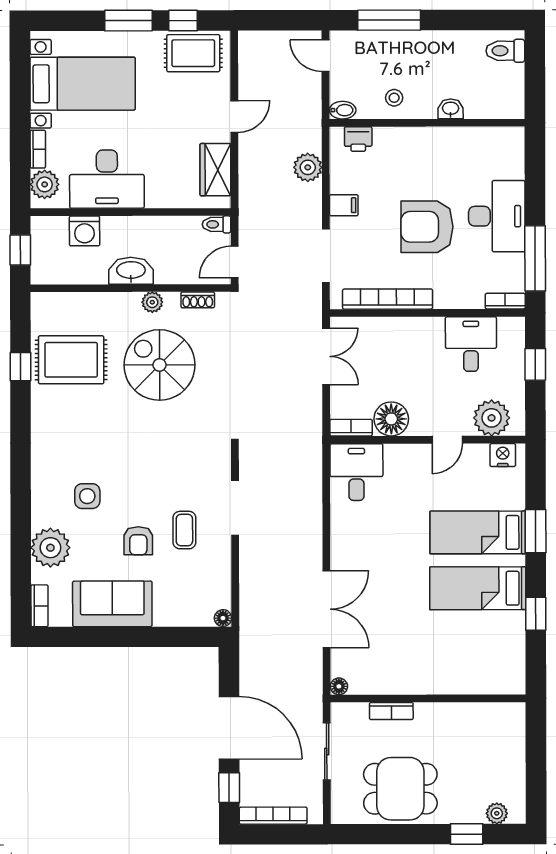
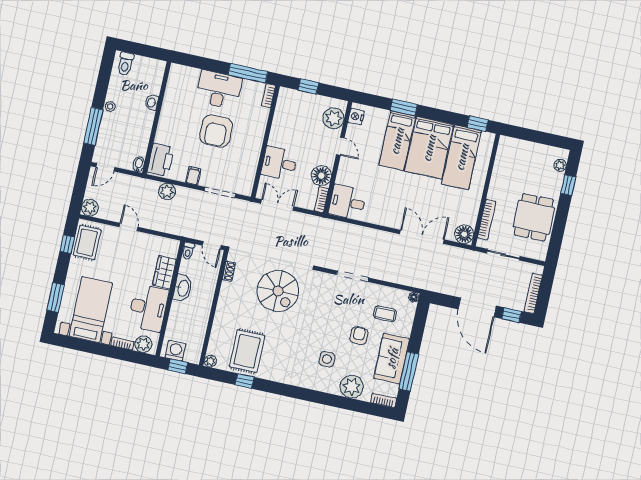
window: (129, 21) -> (56, 297), moved
plant: (252, 45) -> (90, 208), added
stool: (394, 98) -> (110, 106), moved
printer: (358, 139) -> (161, 160), width x1.87, depth x1.48
wardrobe: (215, 170) -> (164, 272), moved, turned 90
washing machine: (85, 231) -> (176, 351), moved, turned -90
washbasin: (131, 271) -> (183, 288), moved, turned 180
bookcase: (388, 299) -> (252, 163), removed
plant: (152, 302) -> (210, 361), moved
desk: (471, 344) -> (279, 163), moved
spiral stairs: (159, 365) -> (278, 291), moved, turned -90
coffee table: (184, 530) -> (385, 314), moved
armchair: (138, 541) -> (359, 336), turned -90
bed: (478, 588) -> (429, 148), width x1.50
window: (536, 614) -> (478, 124), moved
window: (97, 637) -> (409, 371), added
bed: (474, 646) -> (462, 157), added
floor lamp: (339, 686) -> (464, 234), width x1.89, depth x1.89
bookcase: (391, 711) -> (487, 220), width x1.56
door: (229, 728) -> (477, 307), swing flipped

